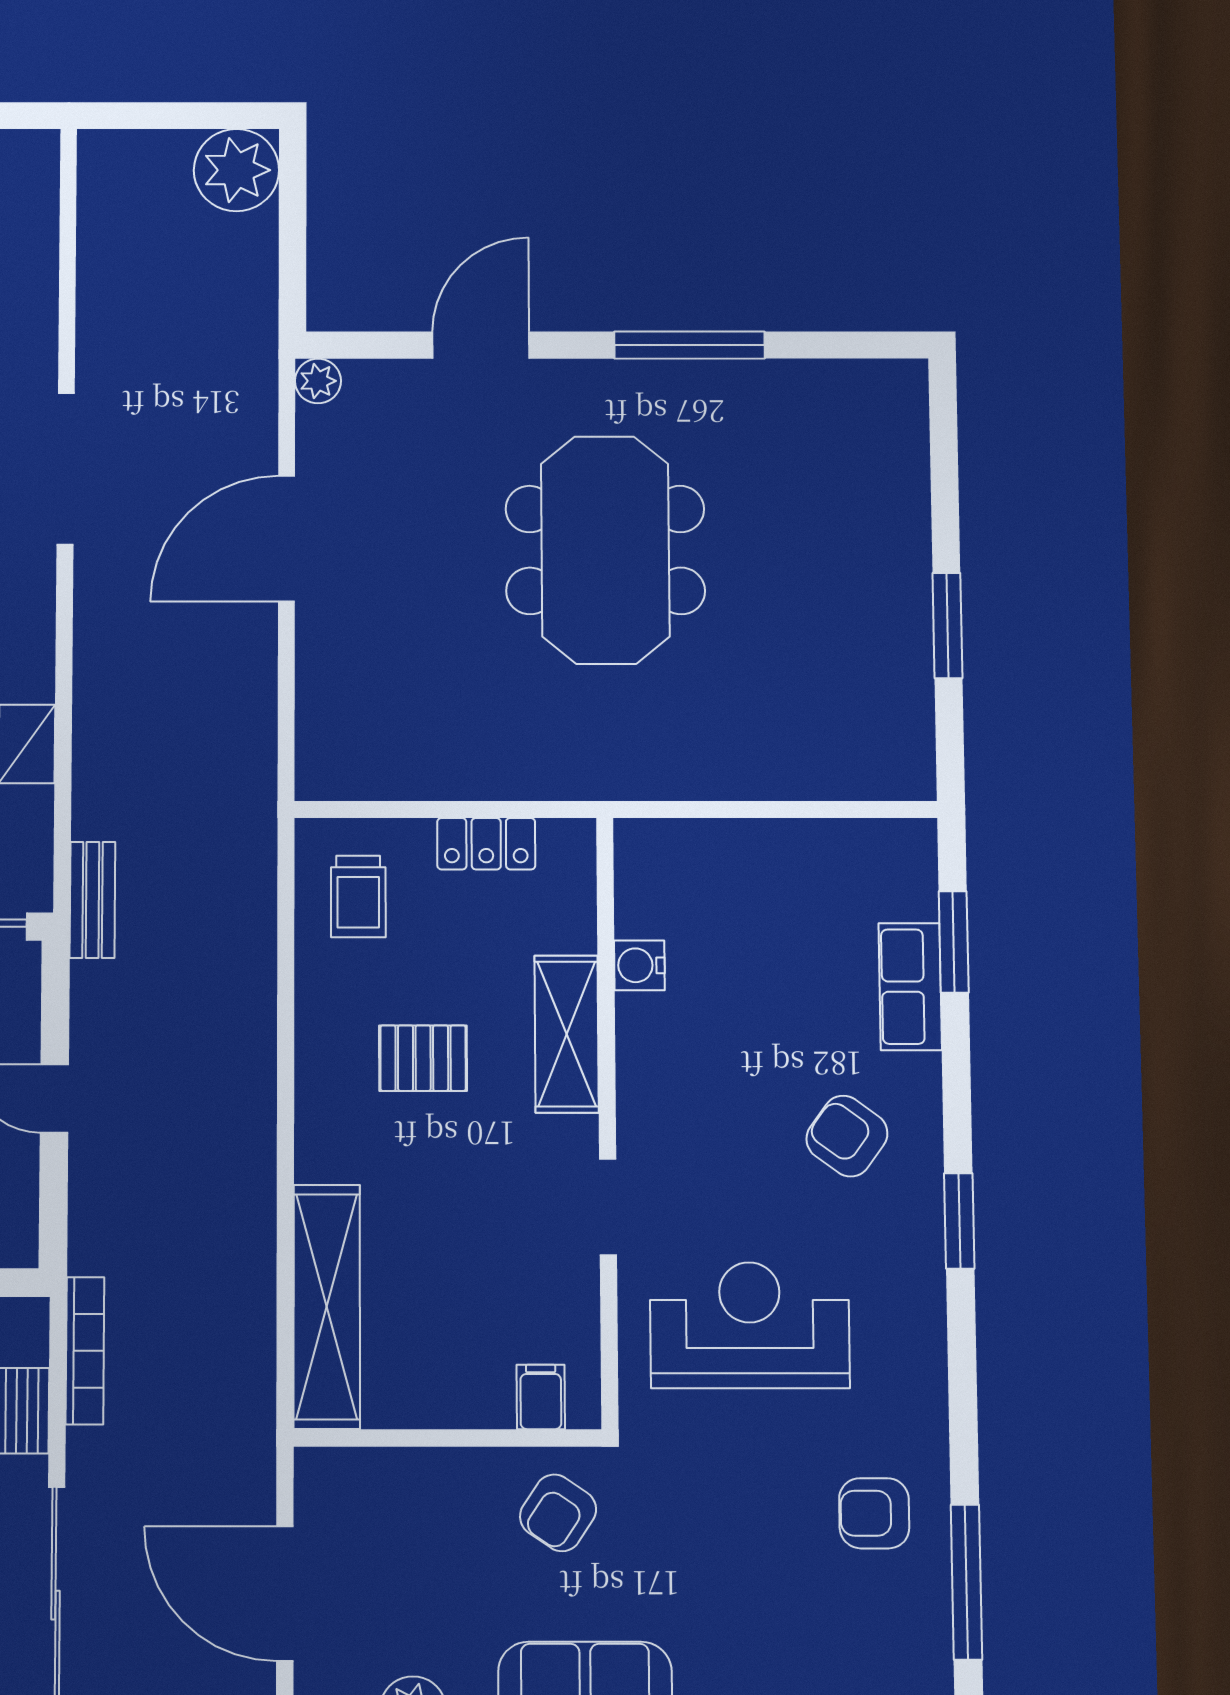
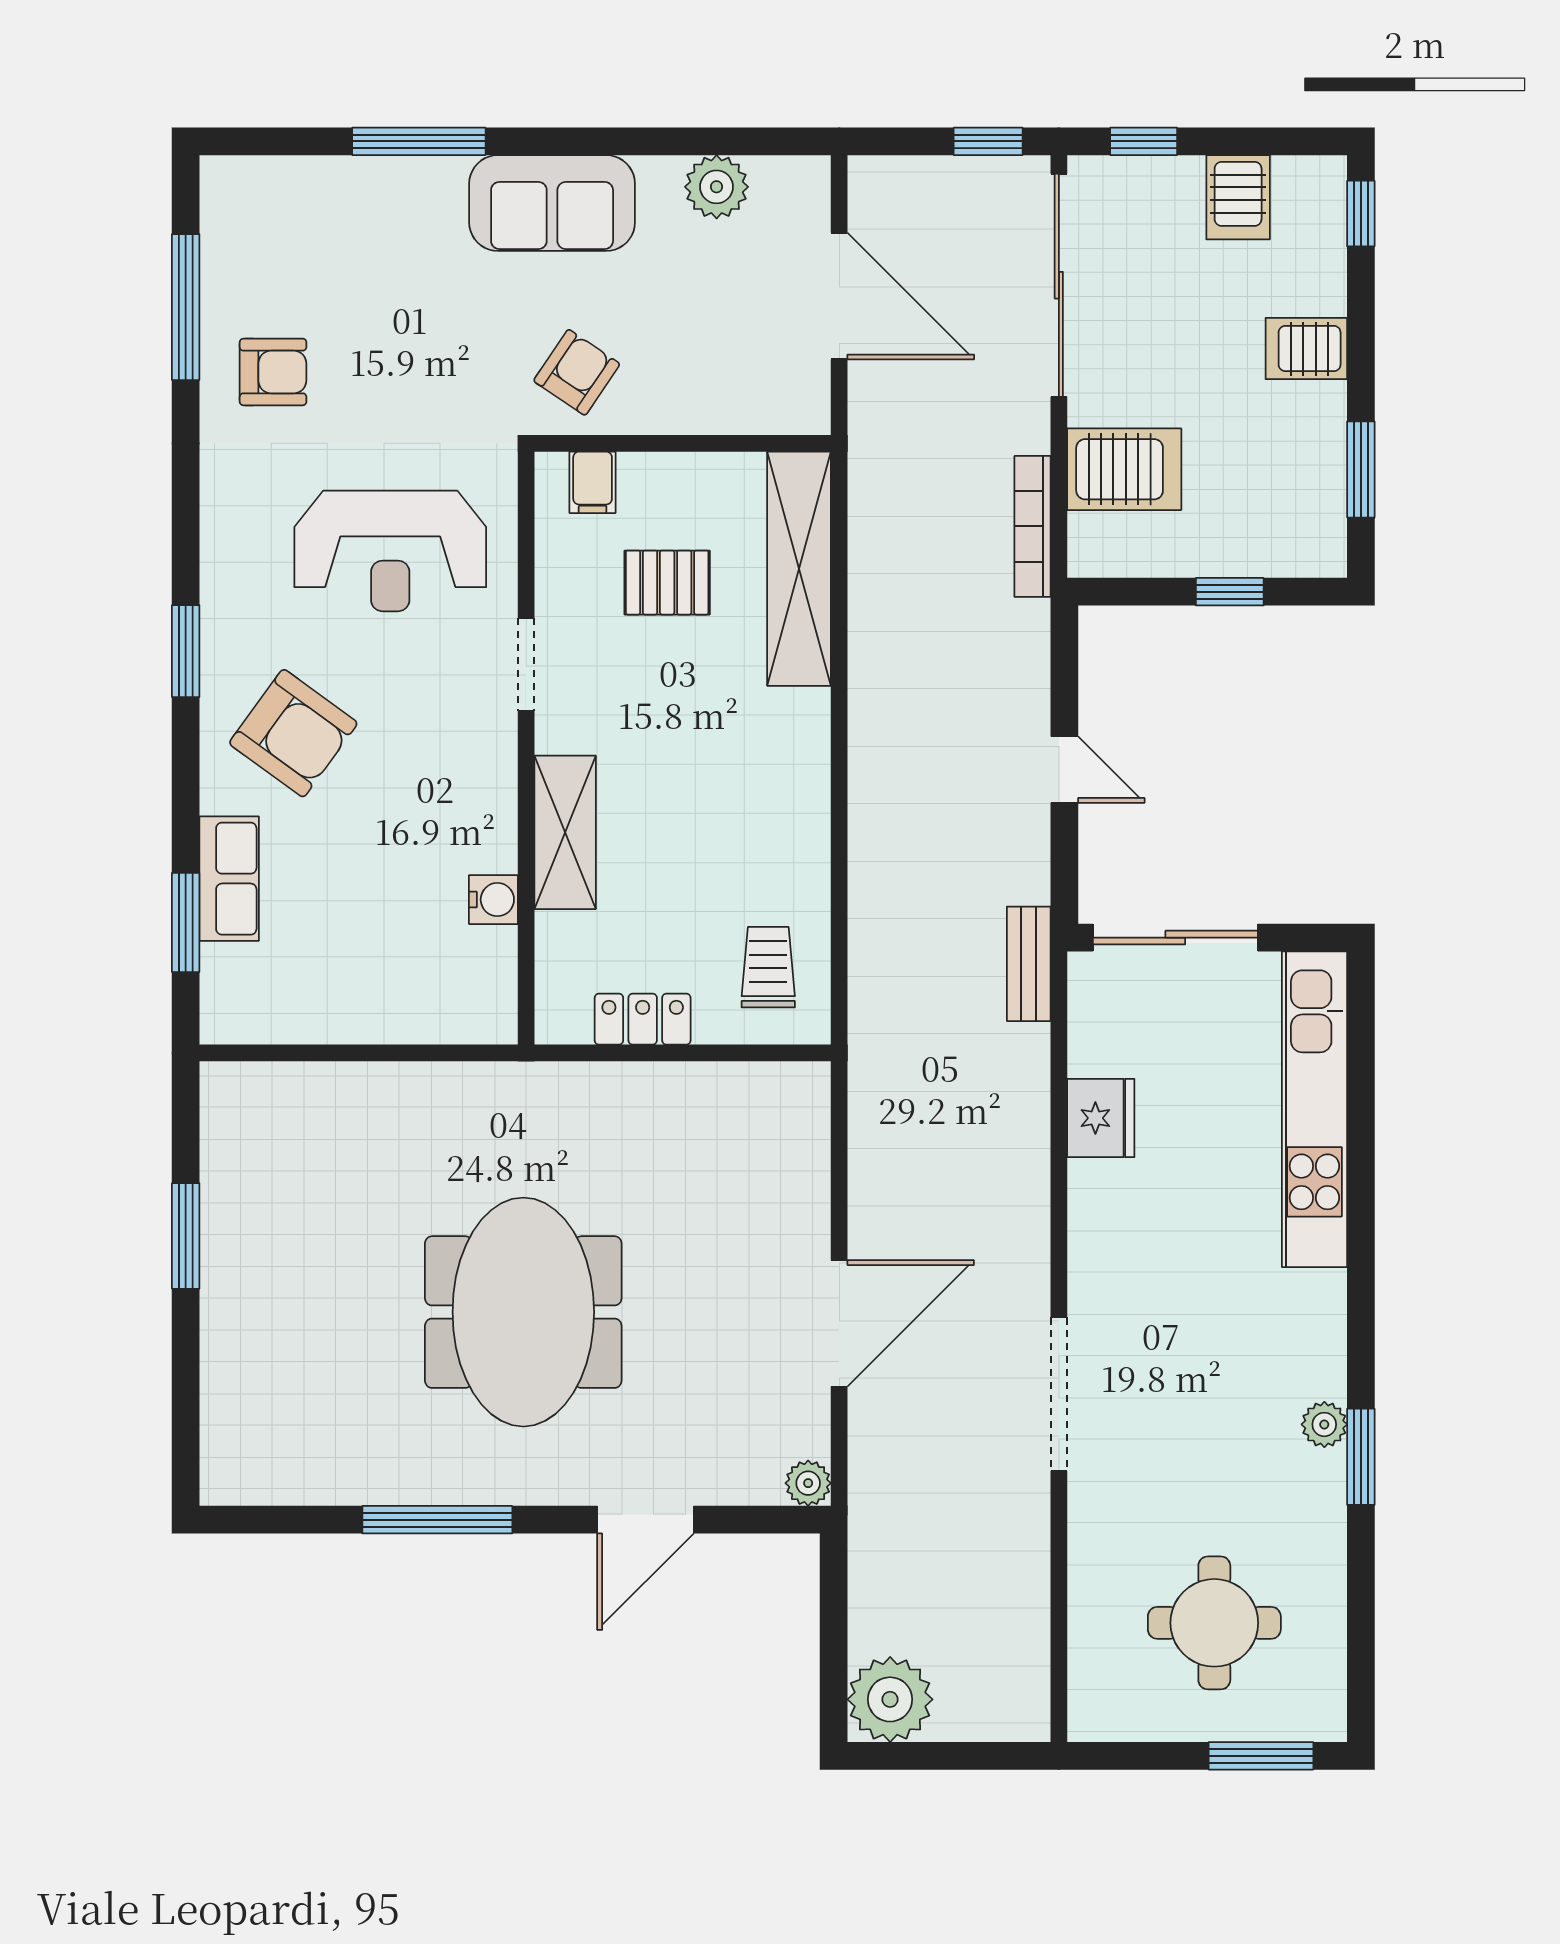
pallet: (423, 1058) -> (667, 583), moved
armchair: (847, 1136) -> (293, 733), width x1.38, depth x1.38

